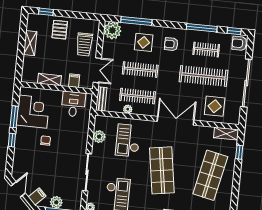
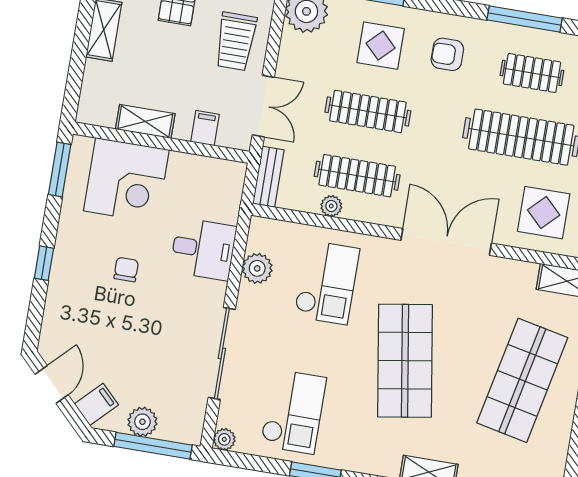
desk: (73, 104) -> (203, 249), moved, turned 90
corner desk: (33, 112) -> (126, 180), moved, turned 90
window: (14, 117) -> (60, 170), moved
checkout: (128, 141) -> (327, 282), turned 180

